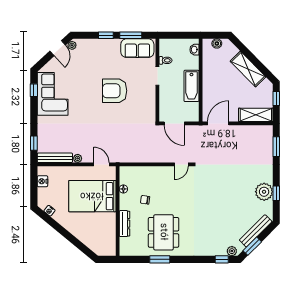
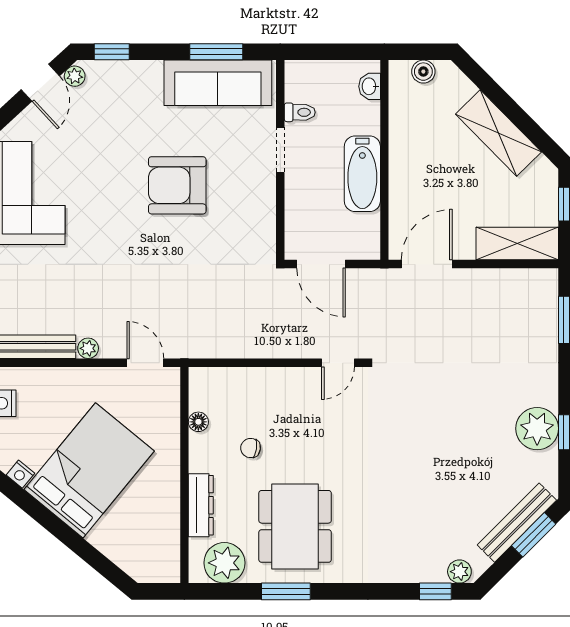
window: (106, 35) -> (112, 52), moved
sofa: (137, 48) -> (218, 83), width x1.36
bed: (92, 196) -> (89, 470), moved, turned 129
window: (252, 246) -> (534, 535), moved
plant: (134, 248) -> (224, 563), added

